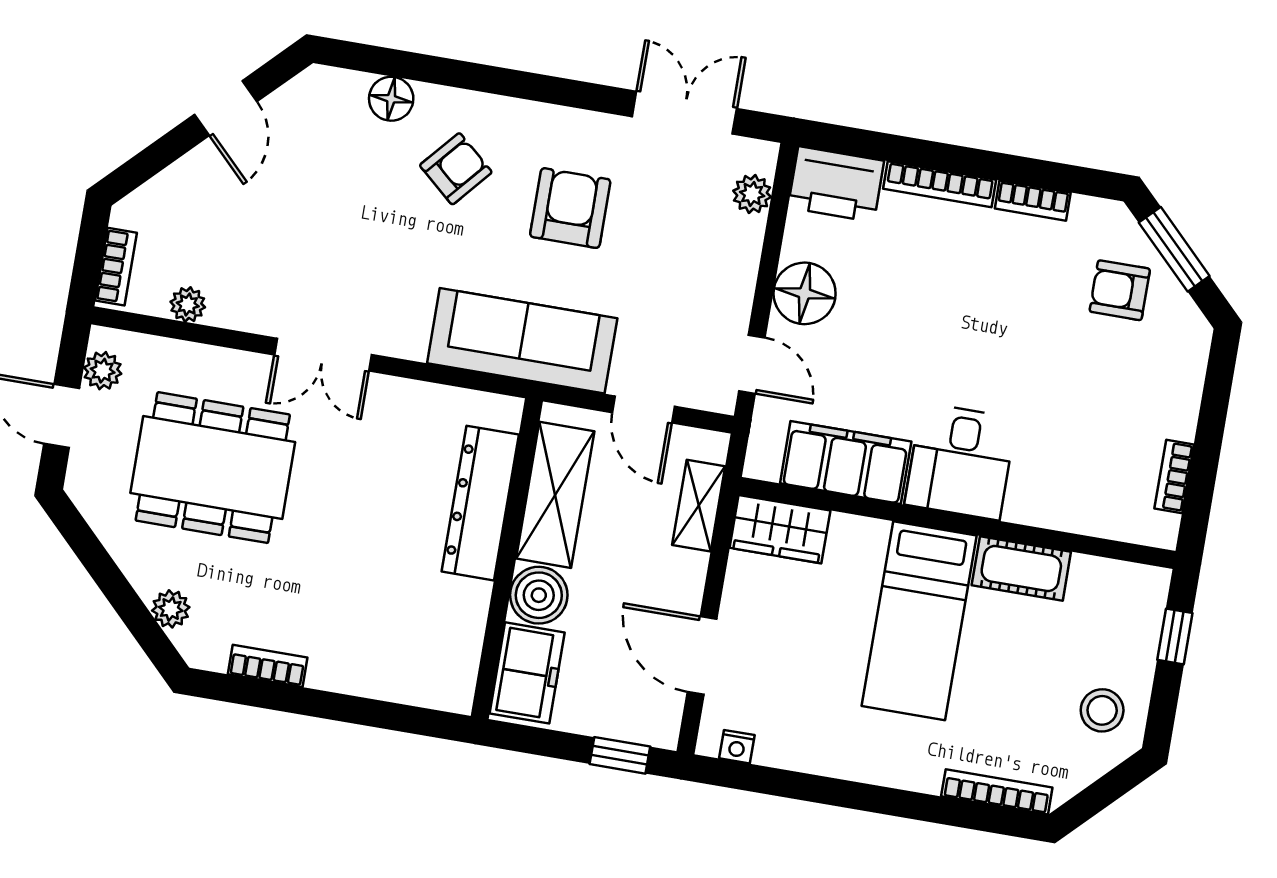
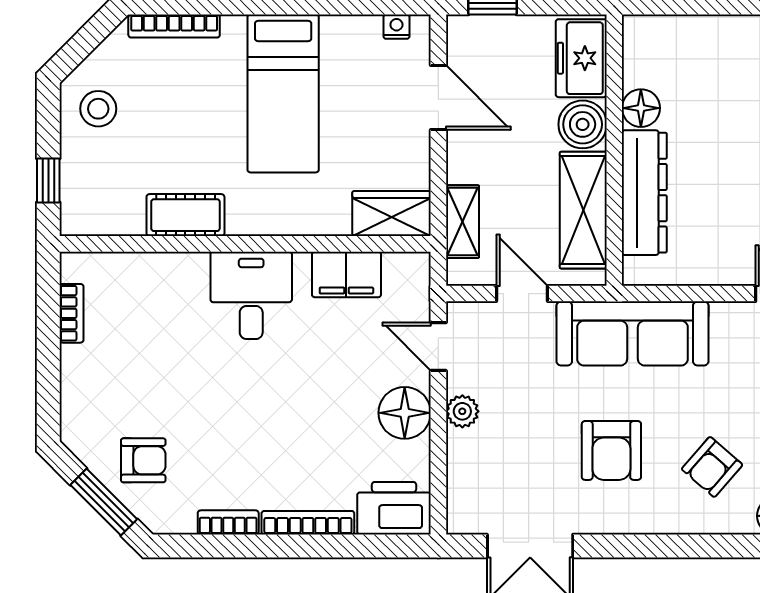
plant: (752, 194) -> (462, 411), moved
filing cabinet: (846, 462) -> (346, 274), width x0.67, depth x0.86
floor lamp: (467, 603) -> (641, 108), added
bed: (919, 621) -> (283, 93), moved, turned 180

